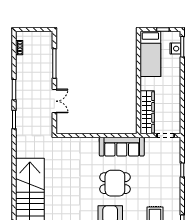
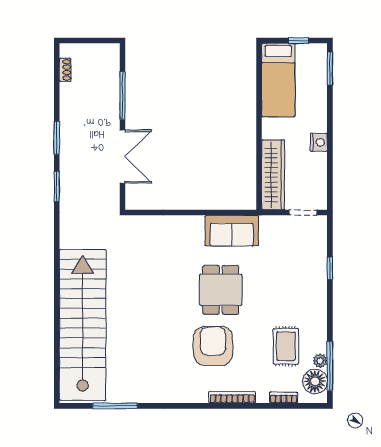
nightstand: (175, 49) -> (319, 142), moved
double door: (54, 101) -> (122, 157), width x1.37
sofa: (122, 147) -> (232, 231), width x0.73
dining table: (115, 183) -> (221, 290), turned 90

